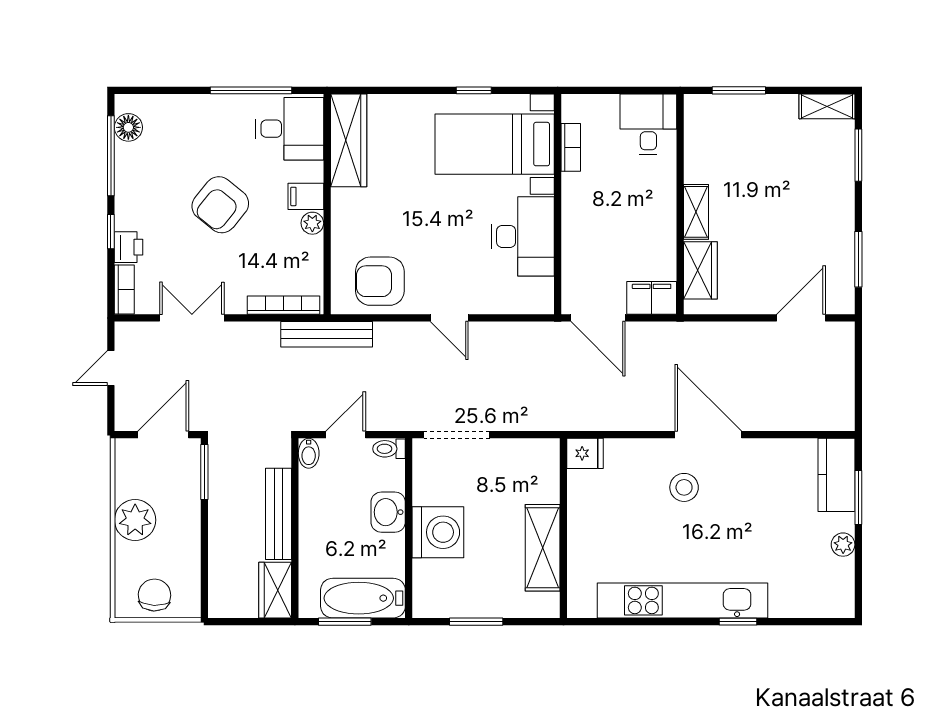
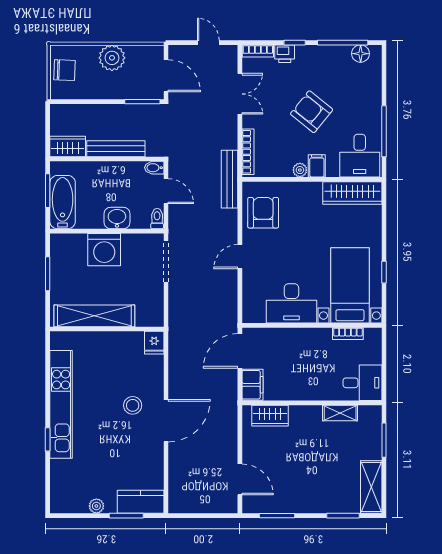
shelving: (827, 106) -> (371, 487), width x1.50, depth x1.33
shelving: (696, 212) -> (340, 413), moved
shelving: (543, 548) -> (94, 316), width x1.47

